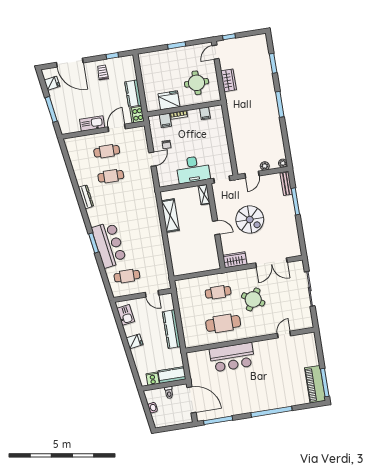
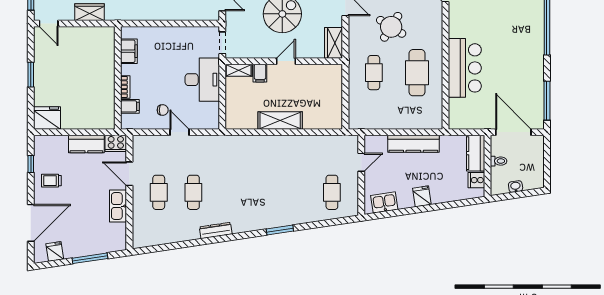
round table: (197, 83) -> (86, 56), removed
fridge: (169, 100) -> (47, 118), moved, turned 90
filing cabinet: (205, 113) -> (129, 51), width x2.00
filing cabinet: (205, 210) -> (260, 73), added
shelving: (170, 216) -> (280, 121), moved
bar counter: (109, 245) -> (285, 210), removed
door: (191, 400) -> (513, 132), hinge flipped

